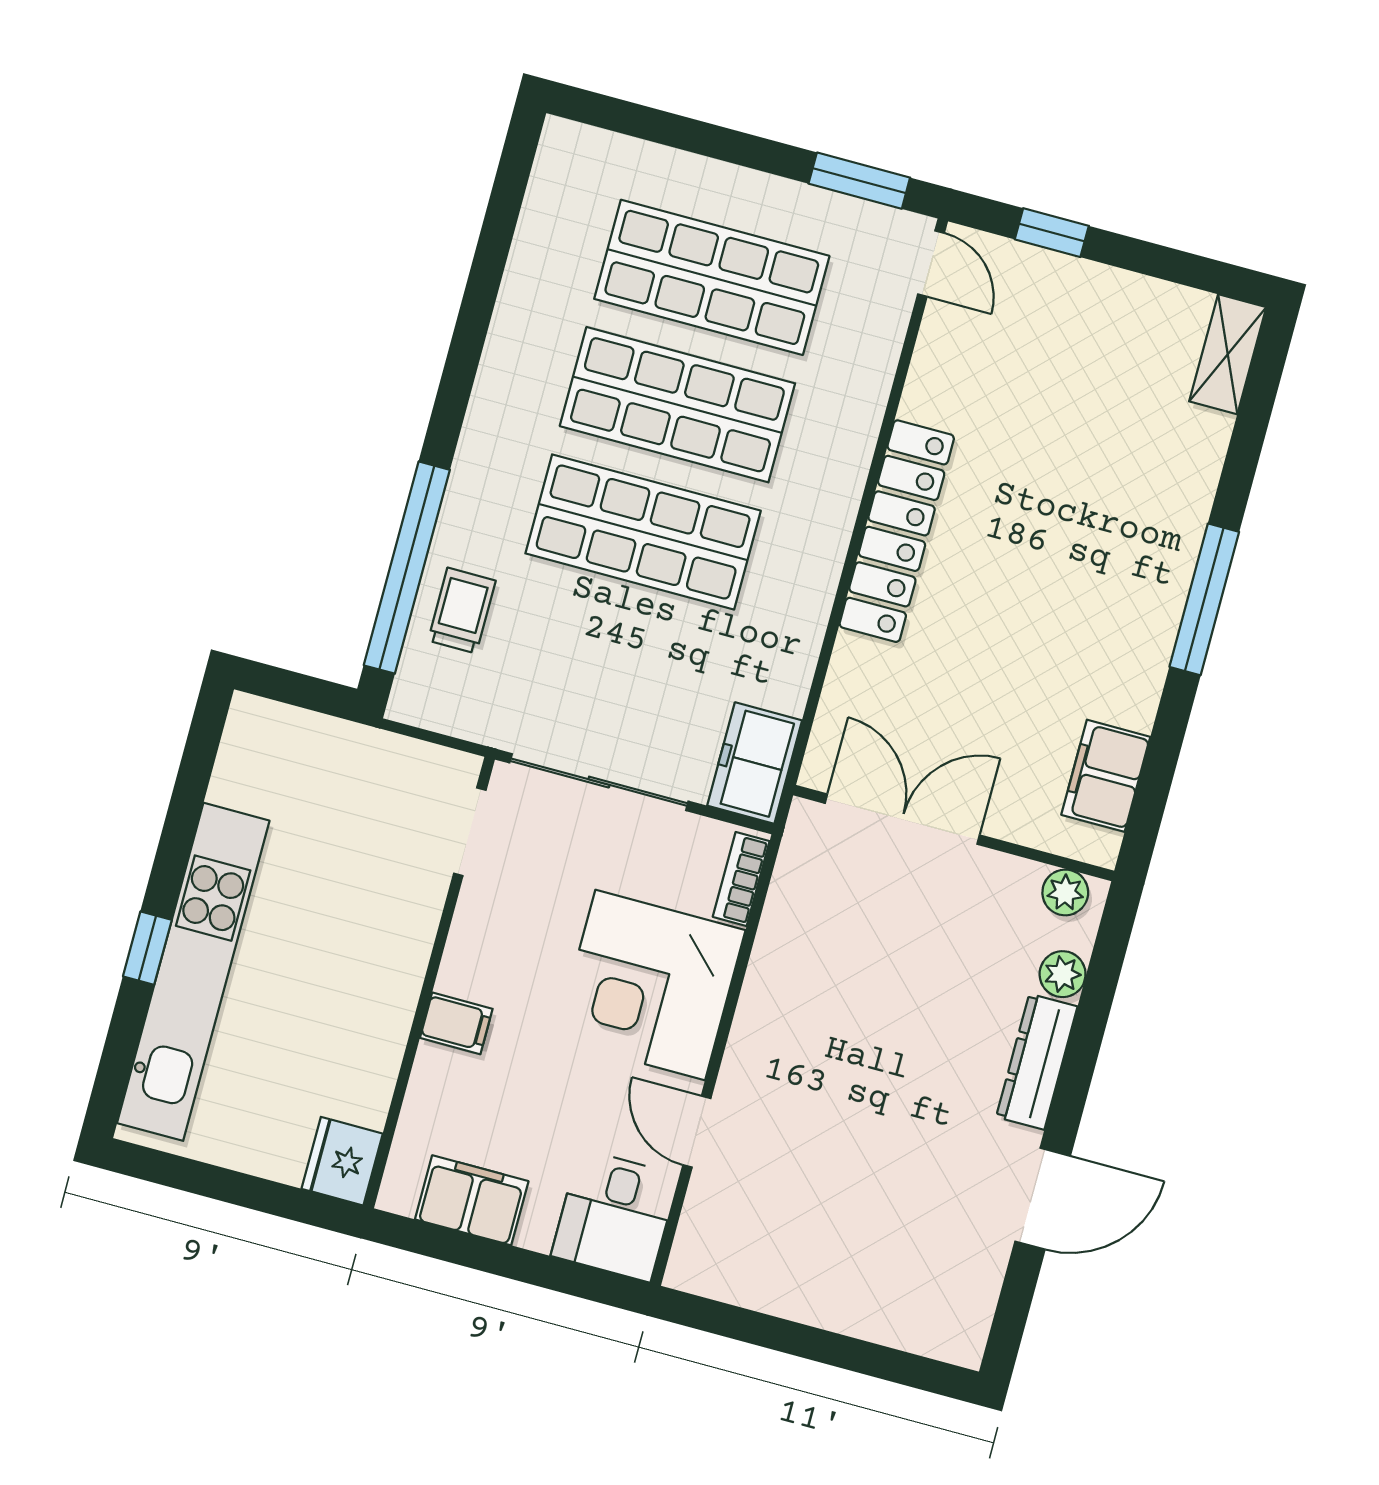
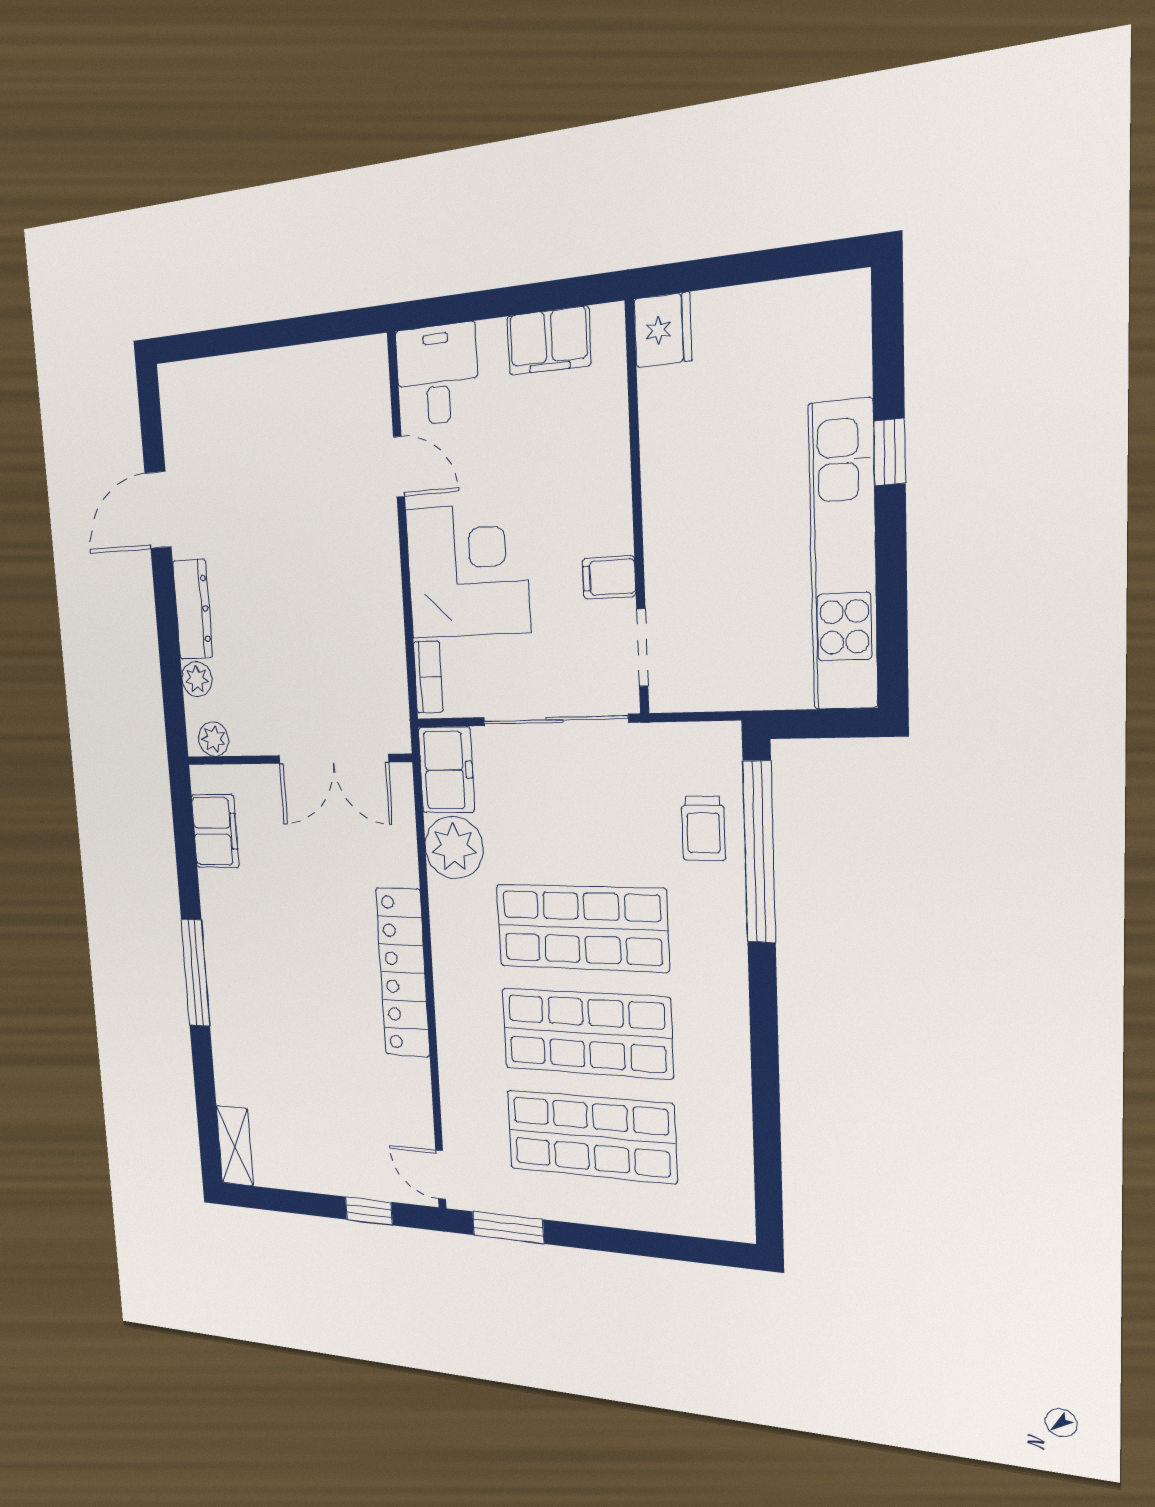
plant: (776, 668) -> (454, 848), added
kitchen unit: (193, 972) -> (843, 556), moved
filing cabinet: (456, 1023) -> (609, 577), moved

